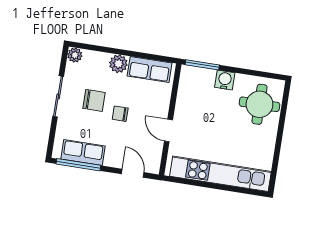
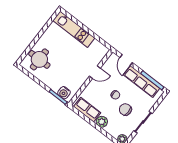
water cooler: (225, 80) -> (64, 93), moved
door: (168, 130) -> (95, 72), hinge flipped
row of seats: (83, 153) -> (142, 82), width x1.48
kitchen unit: (220, 174) -> (74, 29), width x0.73

